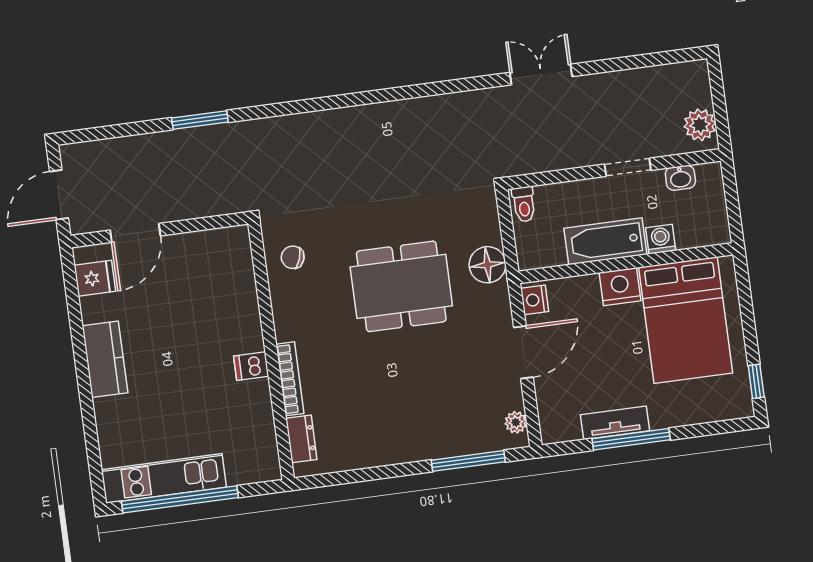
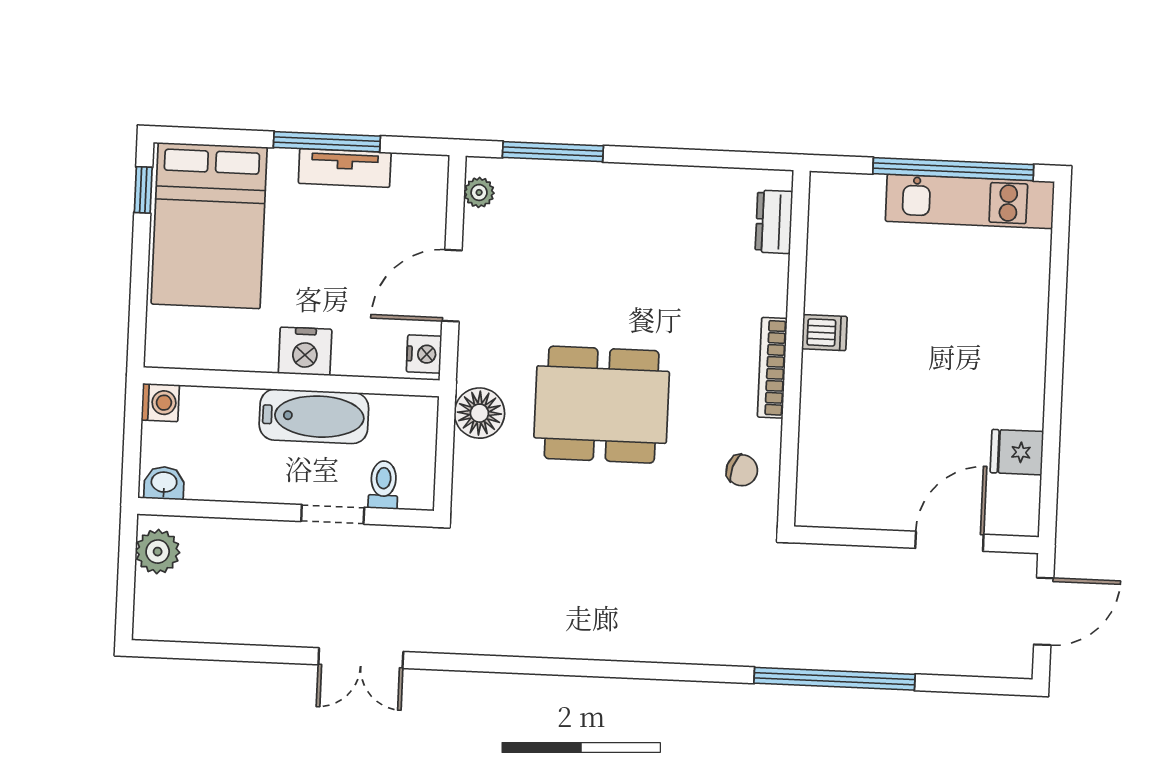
window: (200, 120) -> (834, 679), width x2.11
doorway: (628, 167) -> (333, 514), moved
washbasin: (680, 178) -> (164, 483), moved
toilet: (524, 204) -> (383, 485), moved
washing machine: (661, 239) -> (160, 402), moved, turned -90
fridge: (95, 278) -> (1017, 452), moved
bed: (686, 320) -> (209, 226), moved, turned 180
kitchen counter: (105, 359) -> (1021, 377), removed
bookcase: (290, 379) -> (772, 368), moved

